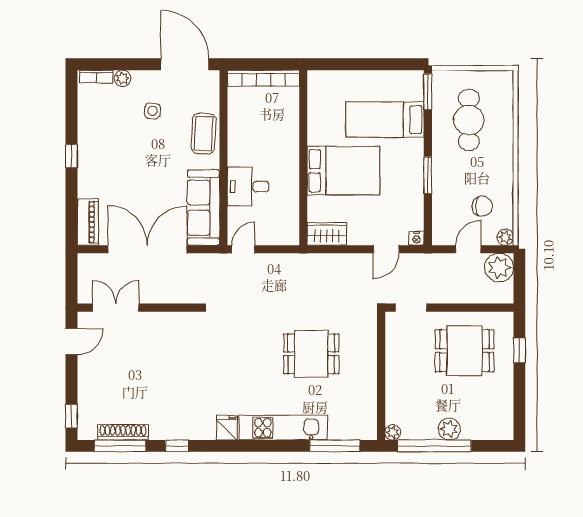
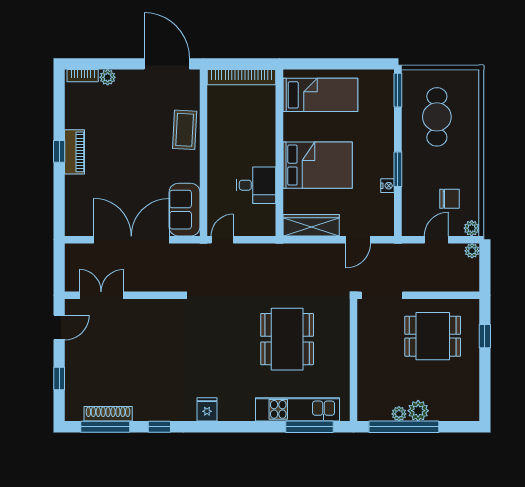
side table: (152, 111) -> (136, 108), removed
bed: (385, 120) -> (320, 95), moved, turned 180
desk: (248, 187) -> (256, 185), moved, turned 180
sofa: (203, 207) -> (185, 210), width x0.73
piano: (88, 222) -> (75, 152), moved
wardrobe: (327, 234) -> (311, 225), width x1.50
nightstand: (417, 238) -> (388, 186), moved, turned -90
plant: (499, 268) -> (472, 251), width x0.53, depth x0.53
doorway: (411, 308) -> (382, 295), width x1.38
dining table: (311, 354) -> (287, 339), width x1.38
window: (72, 416) -> (59, 379), moved
kitchen unit: (283, 428) -> (298, 409), moved
plant: (393, 432) -> (399, 414), moved

